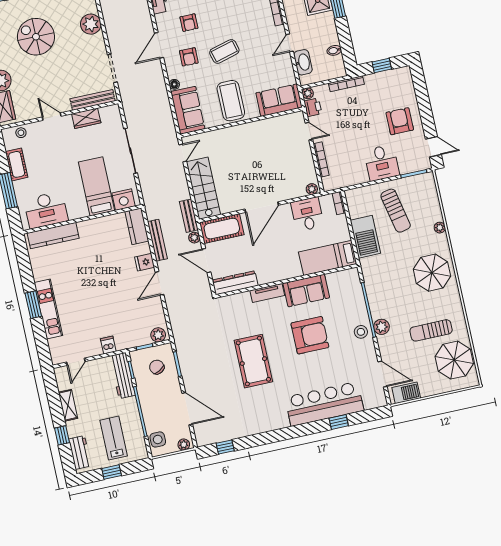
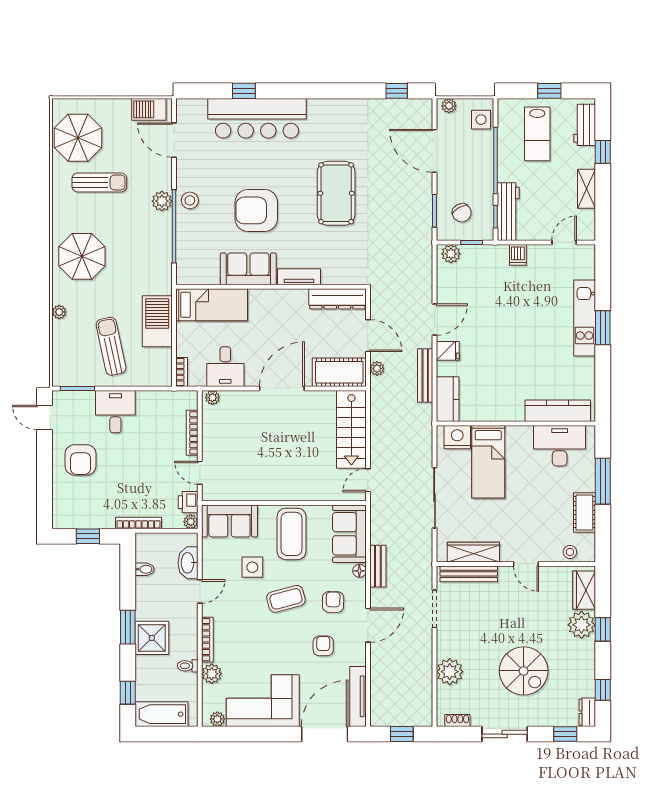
side table: (255, 69) -> (252, 567), added
wardrobe: (86, 118) -> (473, 552), width x1.50
bench: (189, 216) -> (378, 566), moved

